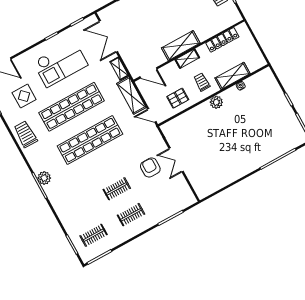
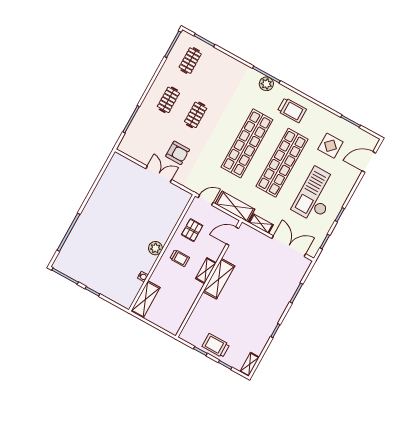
locker: (222, 40) -> (185, 307), removed
shelving: (232, 76) -> (146, 299), moved
trolley: (25, 134) -> (292, 110), moved

